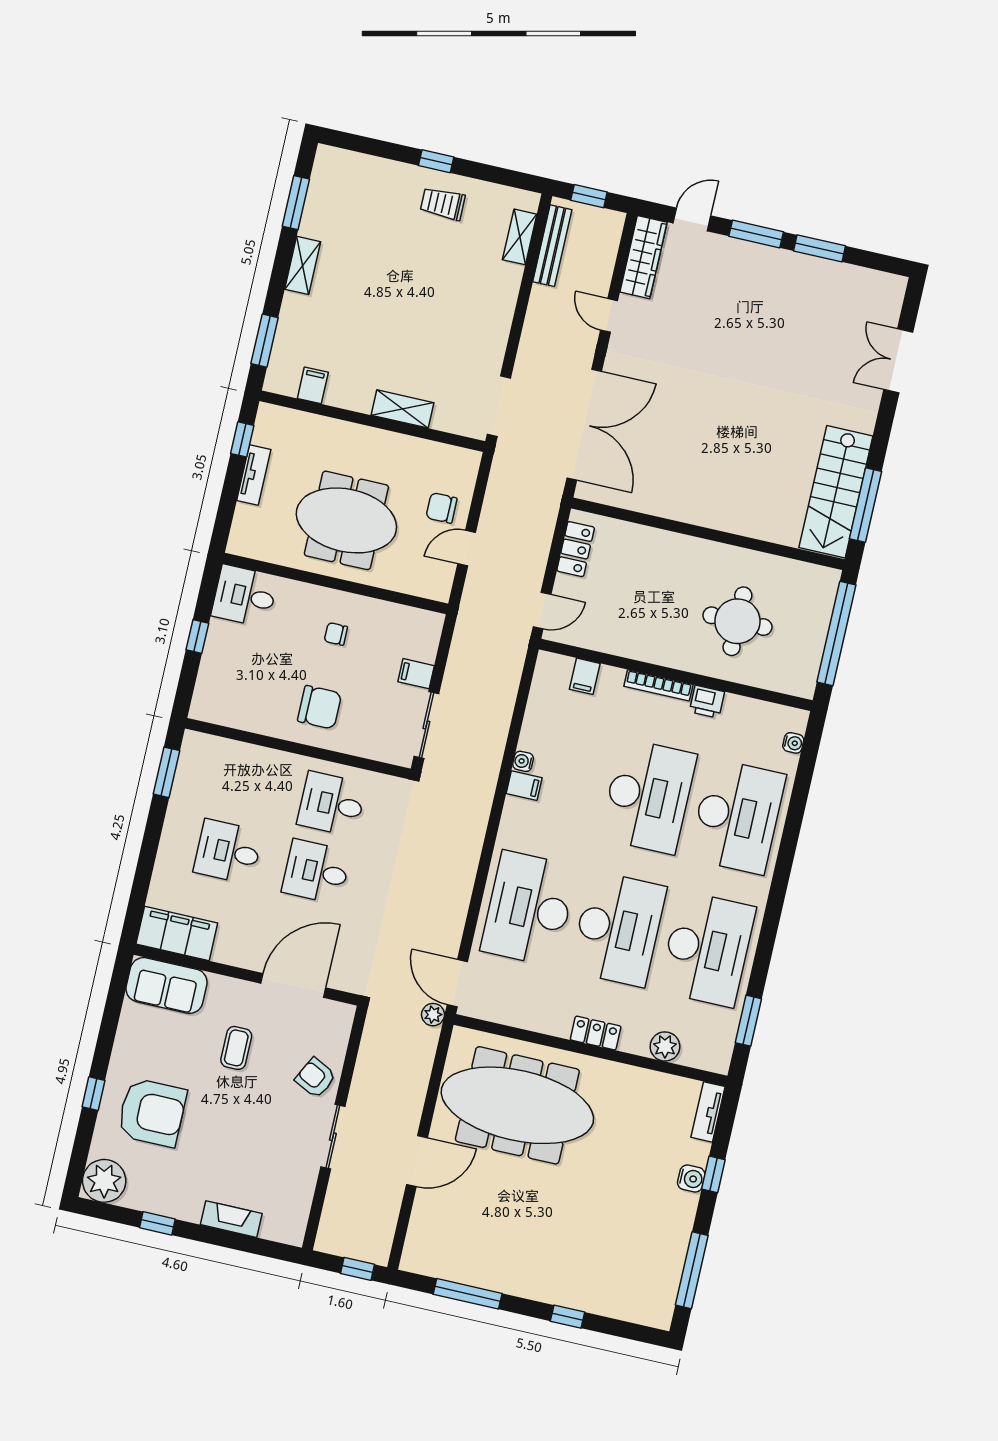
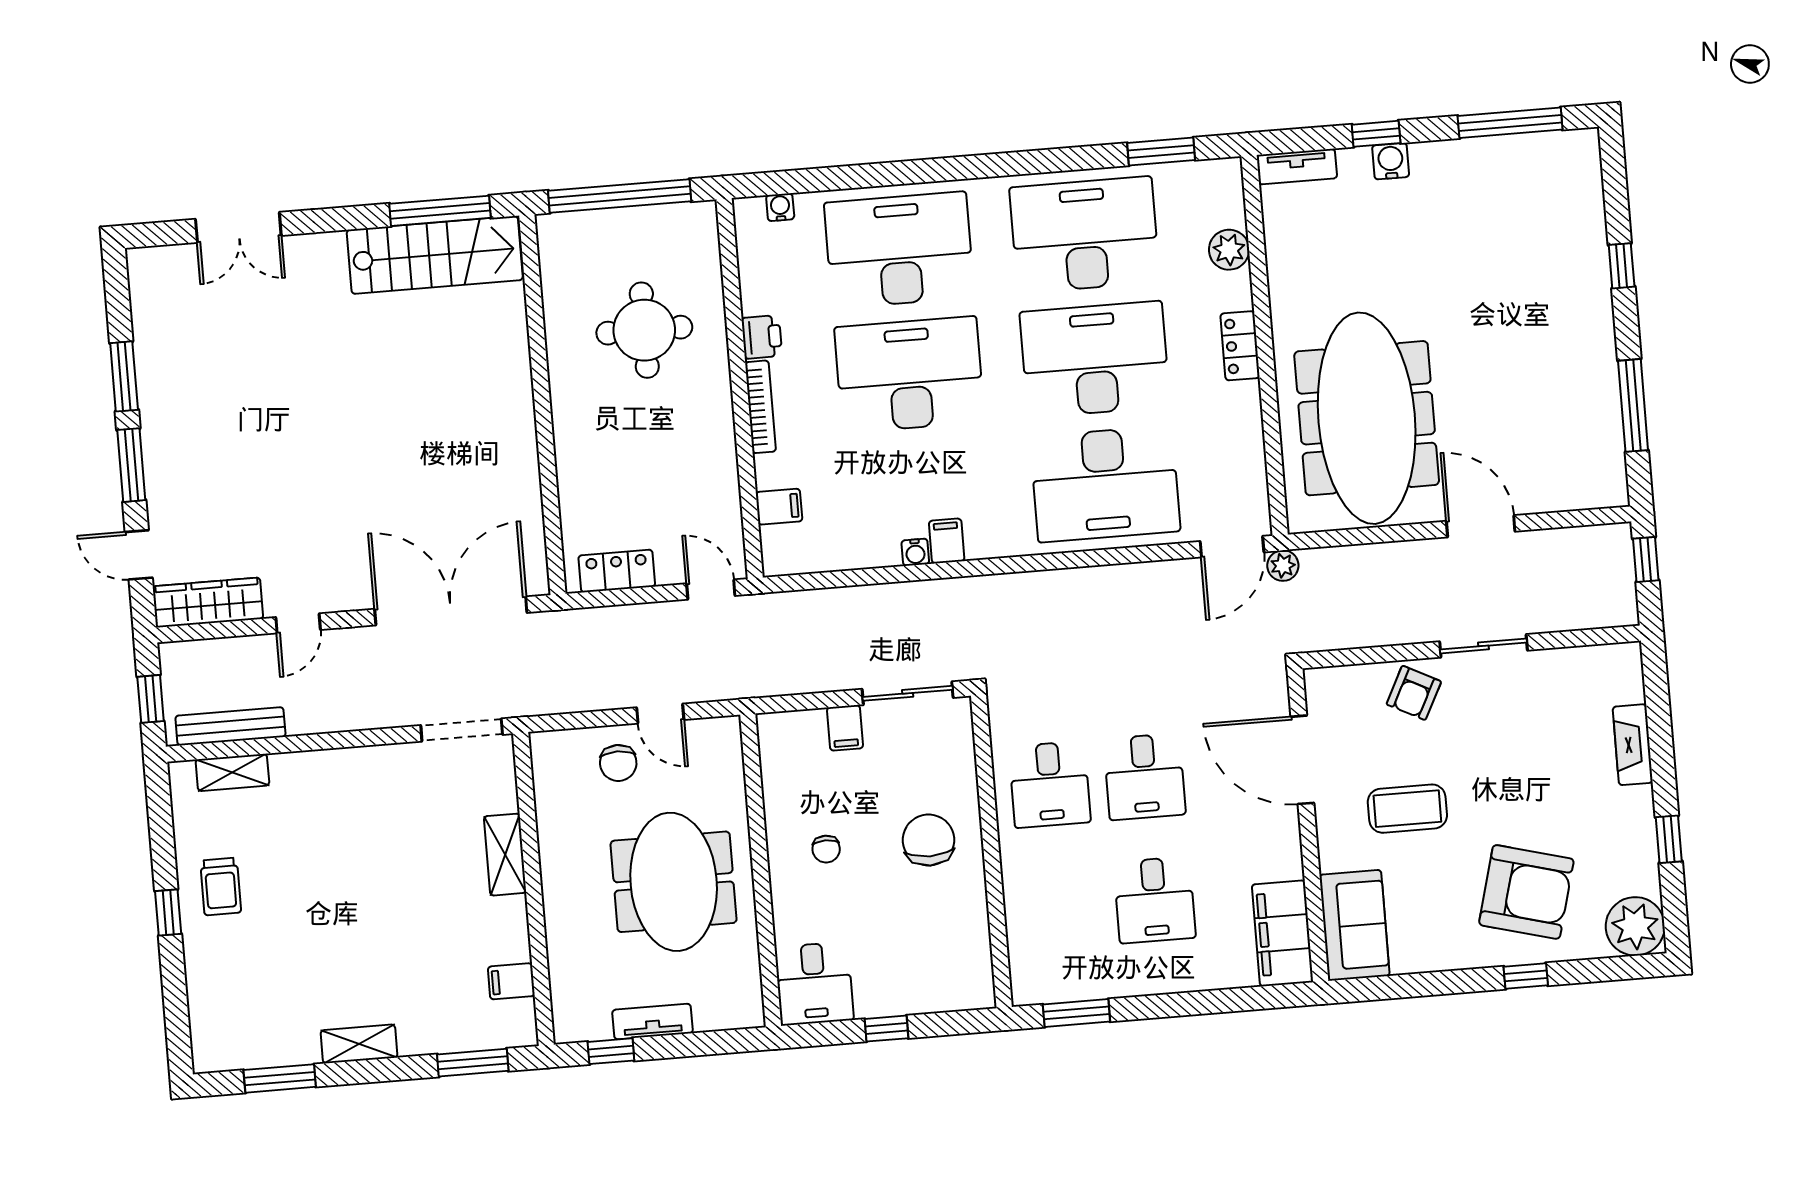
coffee table: (236, 1048) -> (1407, 809), width x1.36, depth x1.30
armchair: (152, 1113) -> (1526, 892), turned 105

